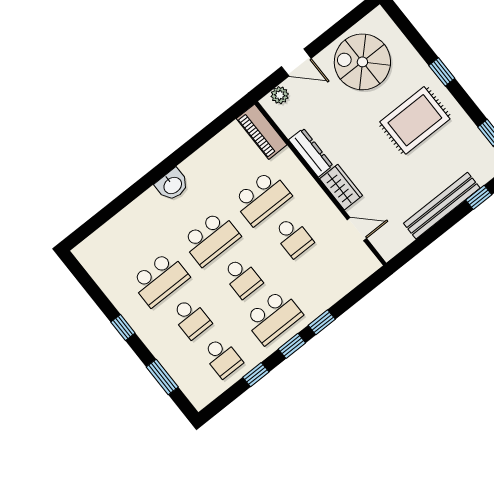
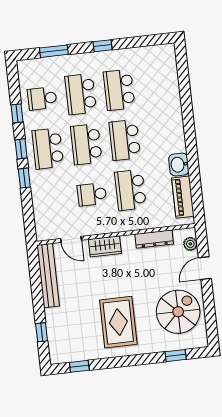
window: (442, 72) -> (176, 356), moved
piano: (262, 132) -> (183, 197), moved, turned -90
dresser: (311, 153) -> (154, 239), moved
washbasin: (172, 185) -> (179, 165), moved
bench: (442, 206) -> (48, 275), moved
door: (357, 229) -> (71, 239), hinge flipped
school desk: (242, 278) -> (86, 144), width x1.85
school desk: (191, 318) -> (81, 94), width x1.85

